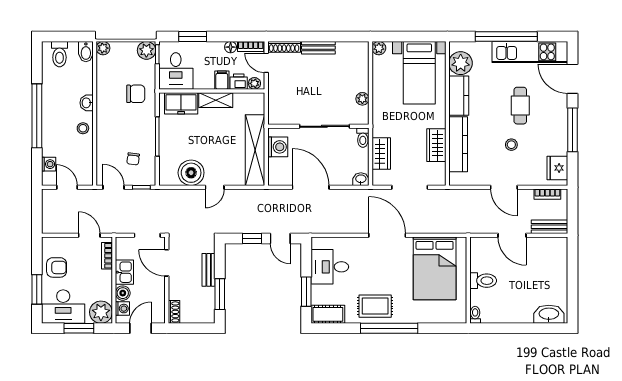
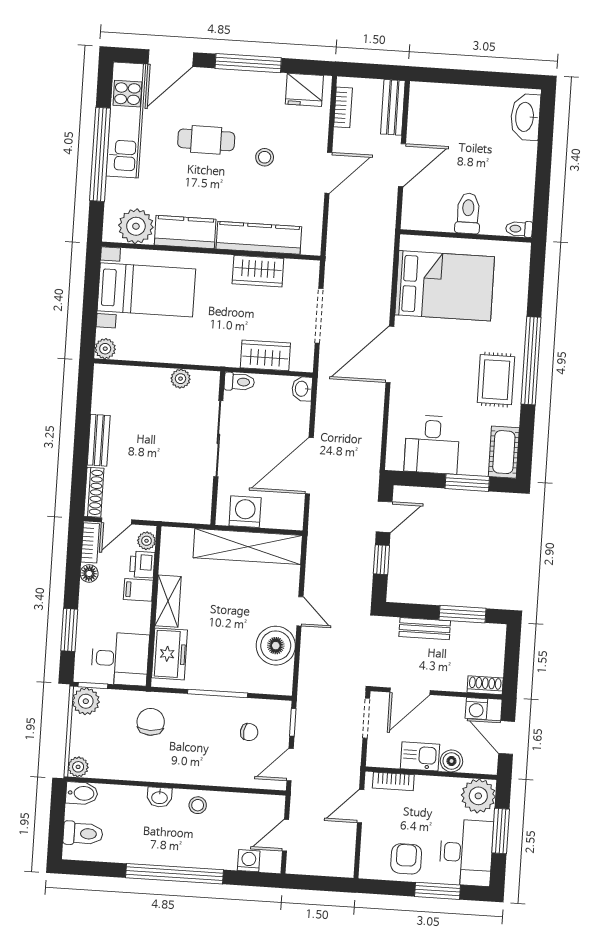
washing machine: (122, 309) -> (476, 709), moved, turned 180

